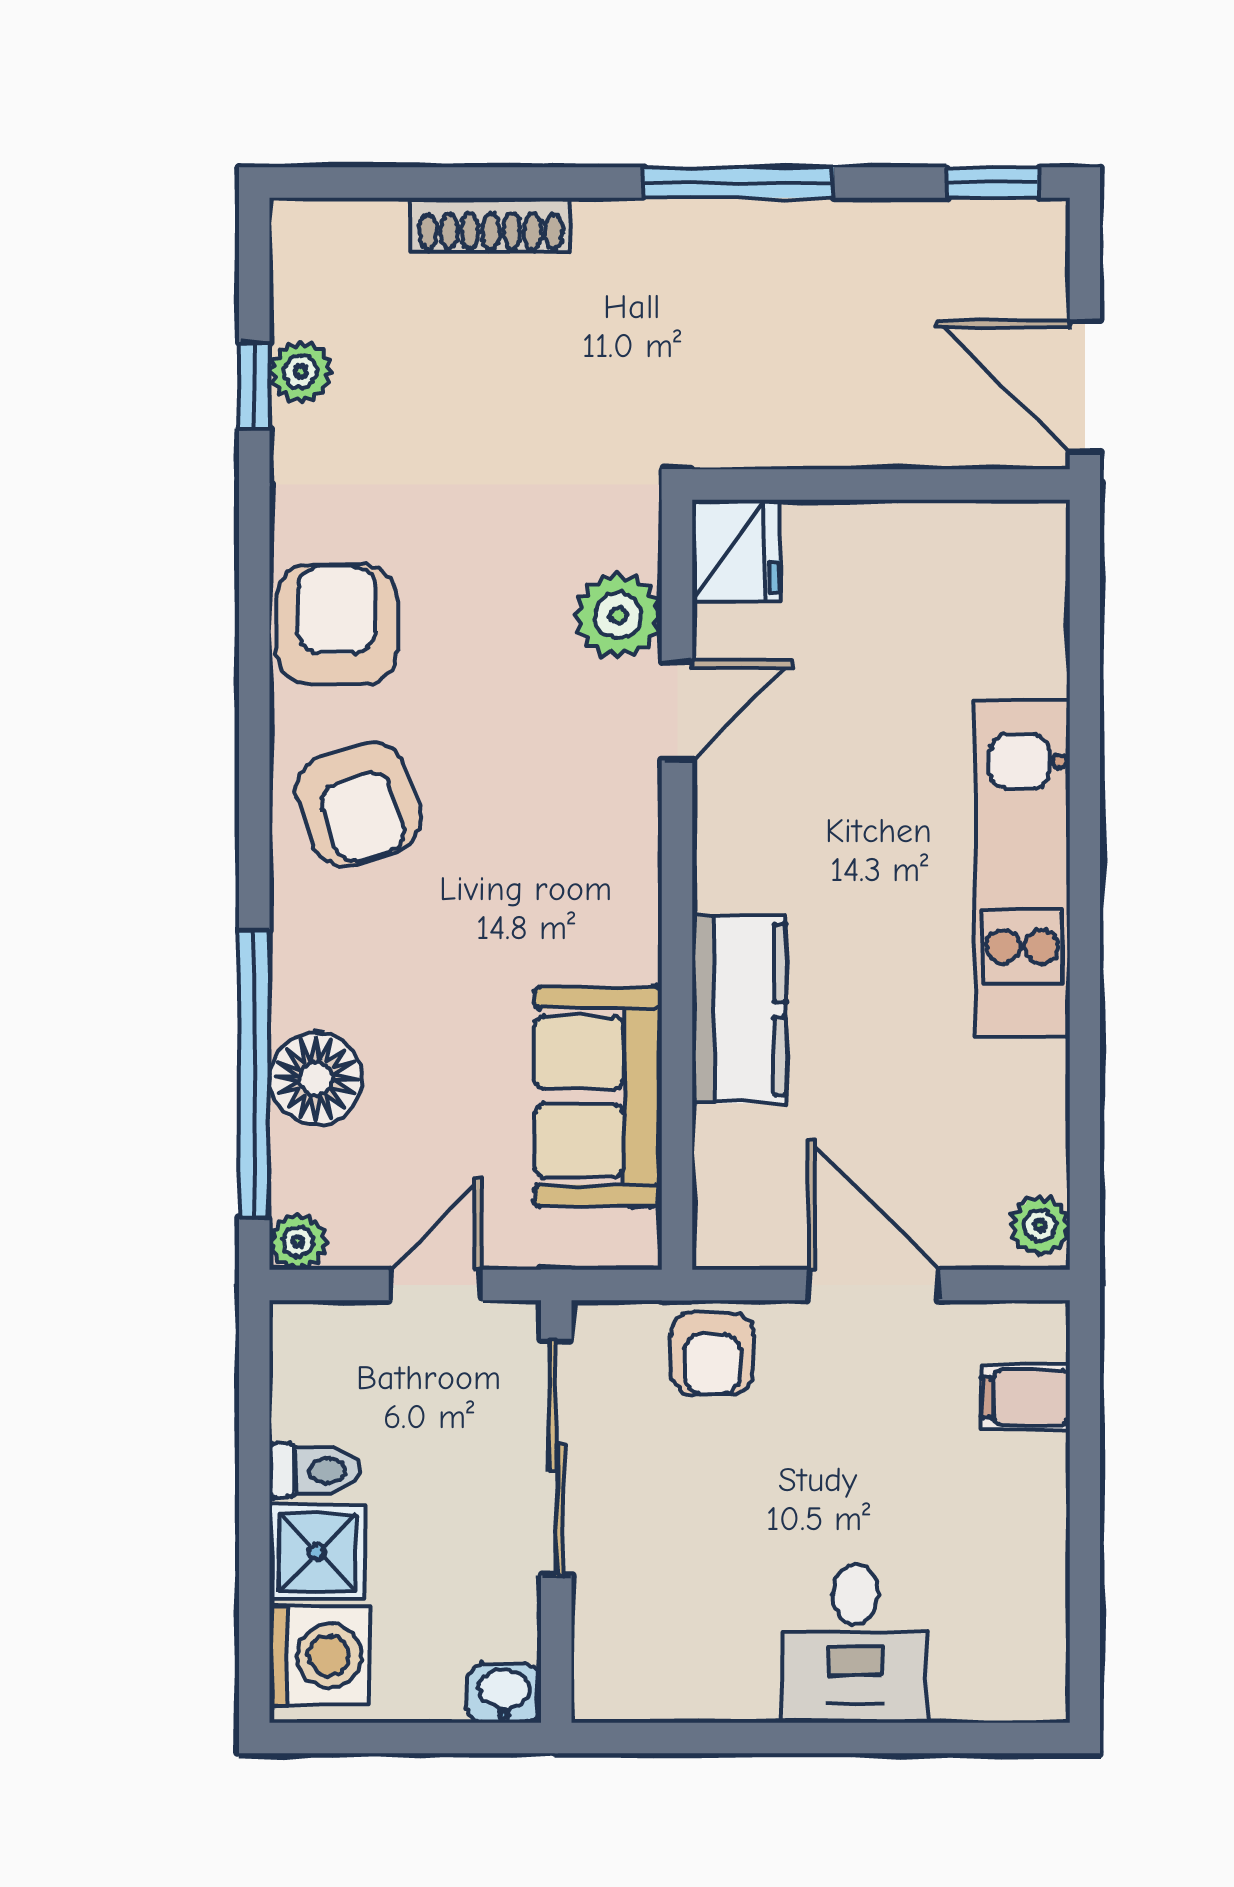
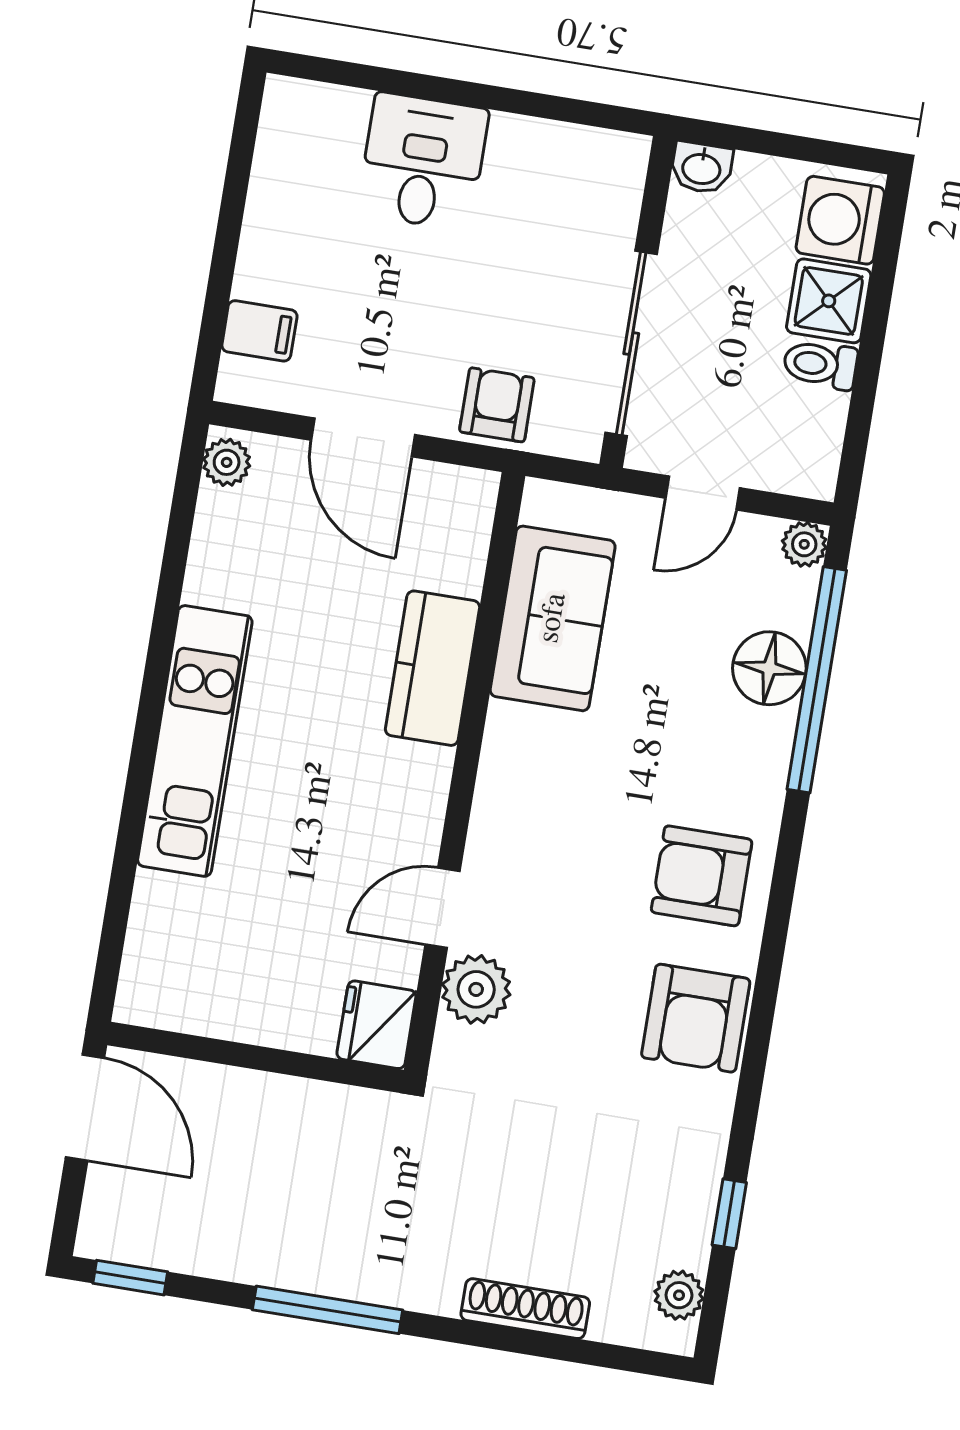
plant: (301, 372) -> (679, 1295), moved
armchair: (358, 804) -> (702, 876), turned -71

